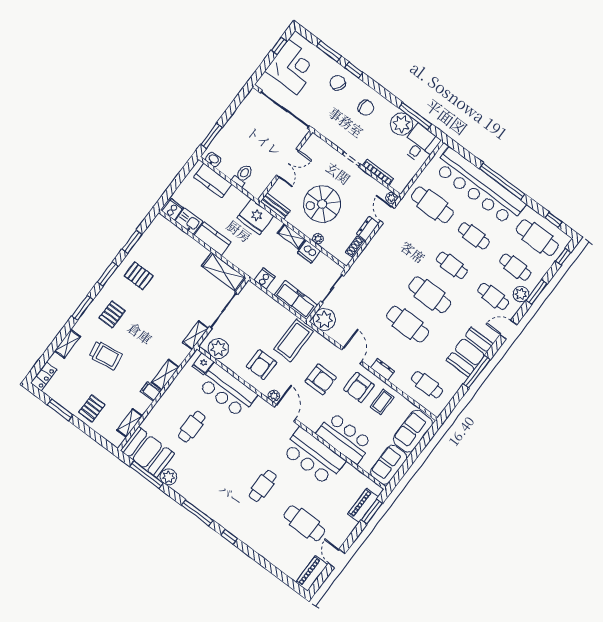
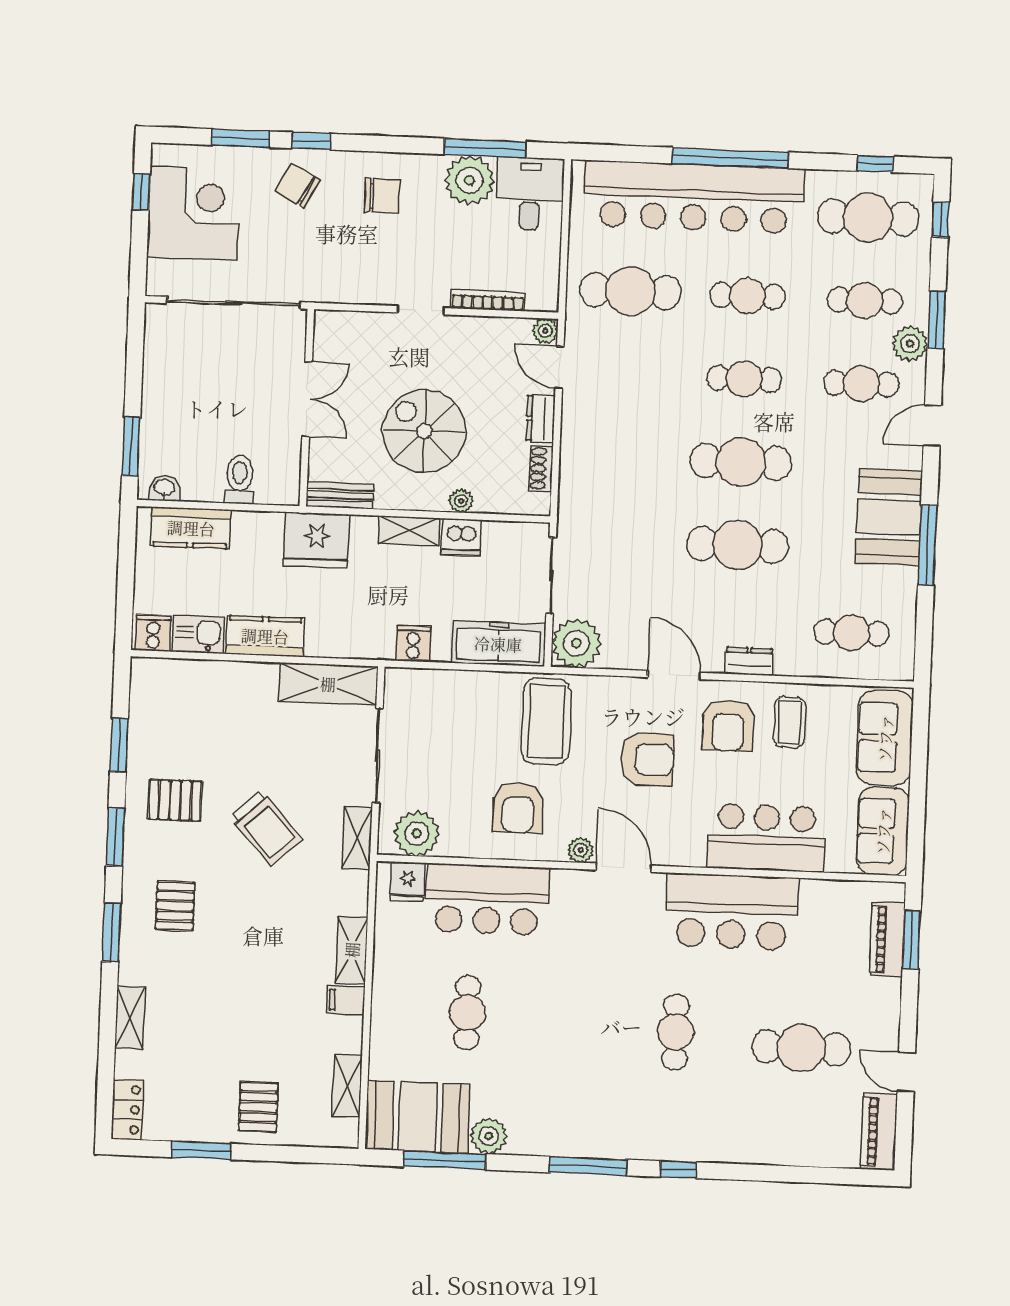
spiral stairs: (322, 204) -> (424, 431), turned 90
trolley: (106, 355) -> (266, 828), moved, turned 56

